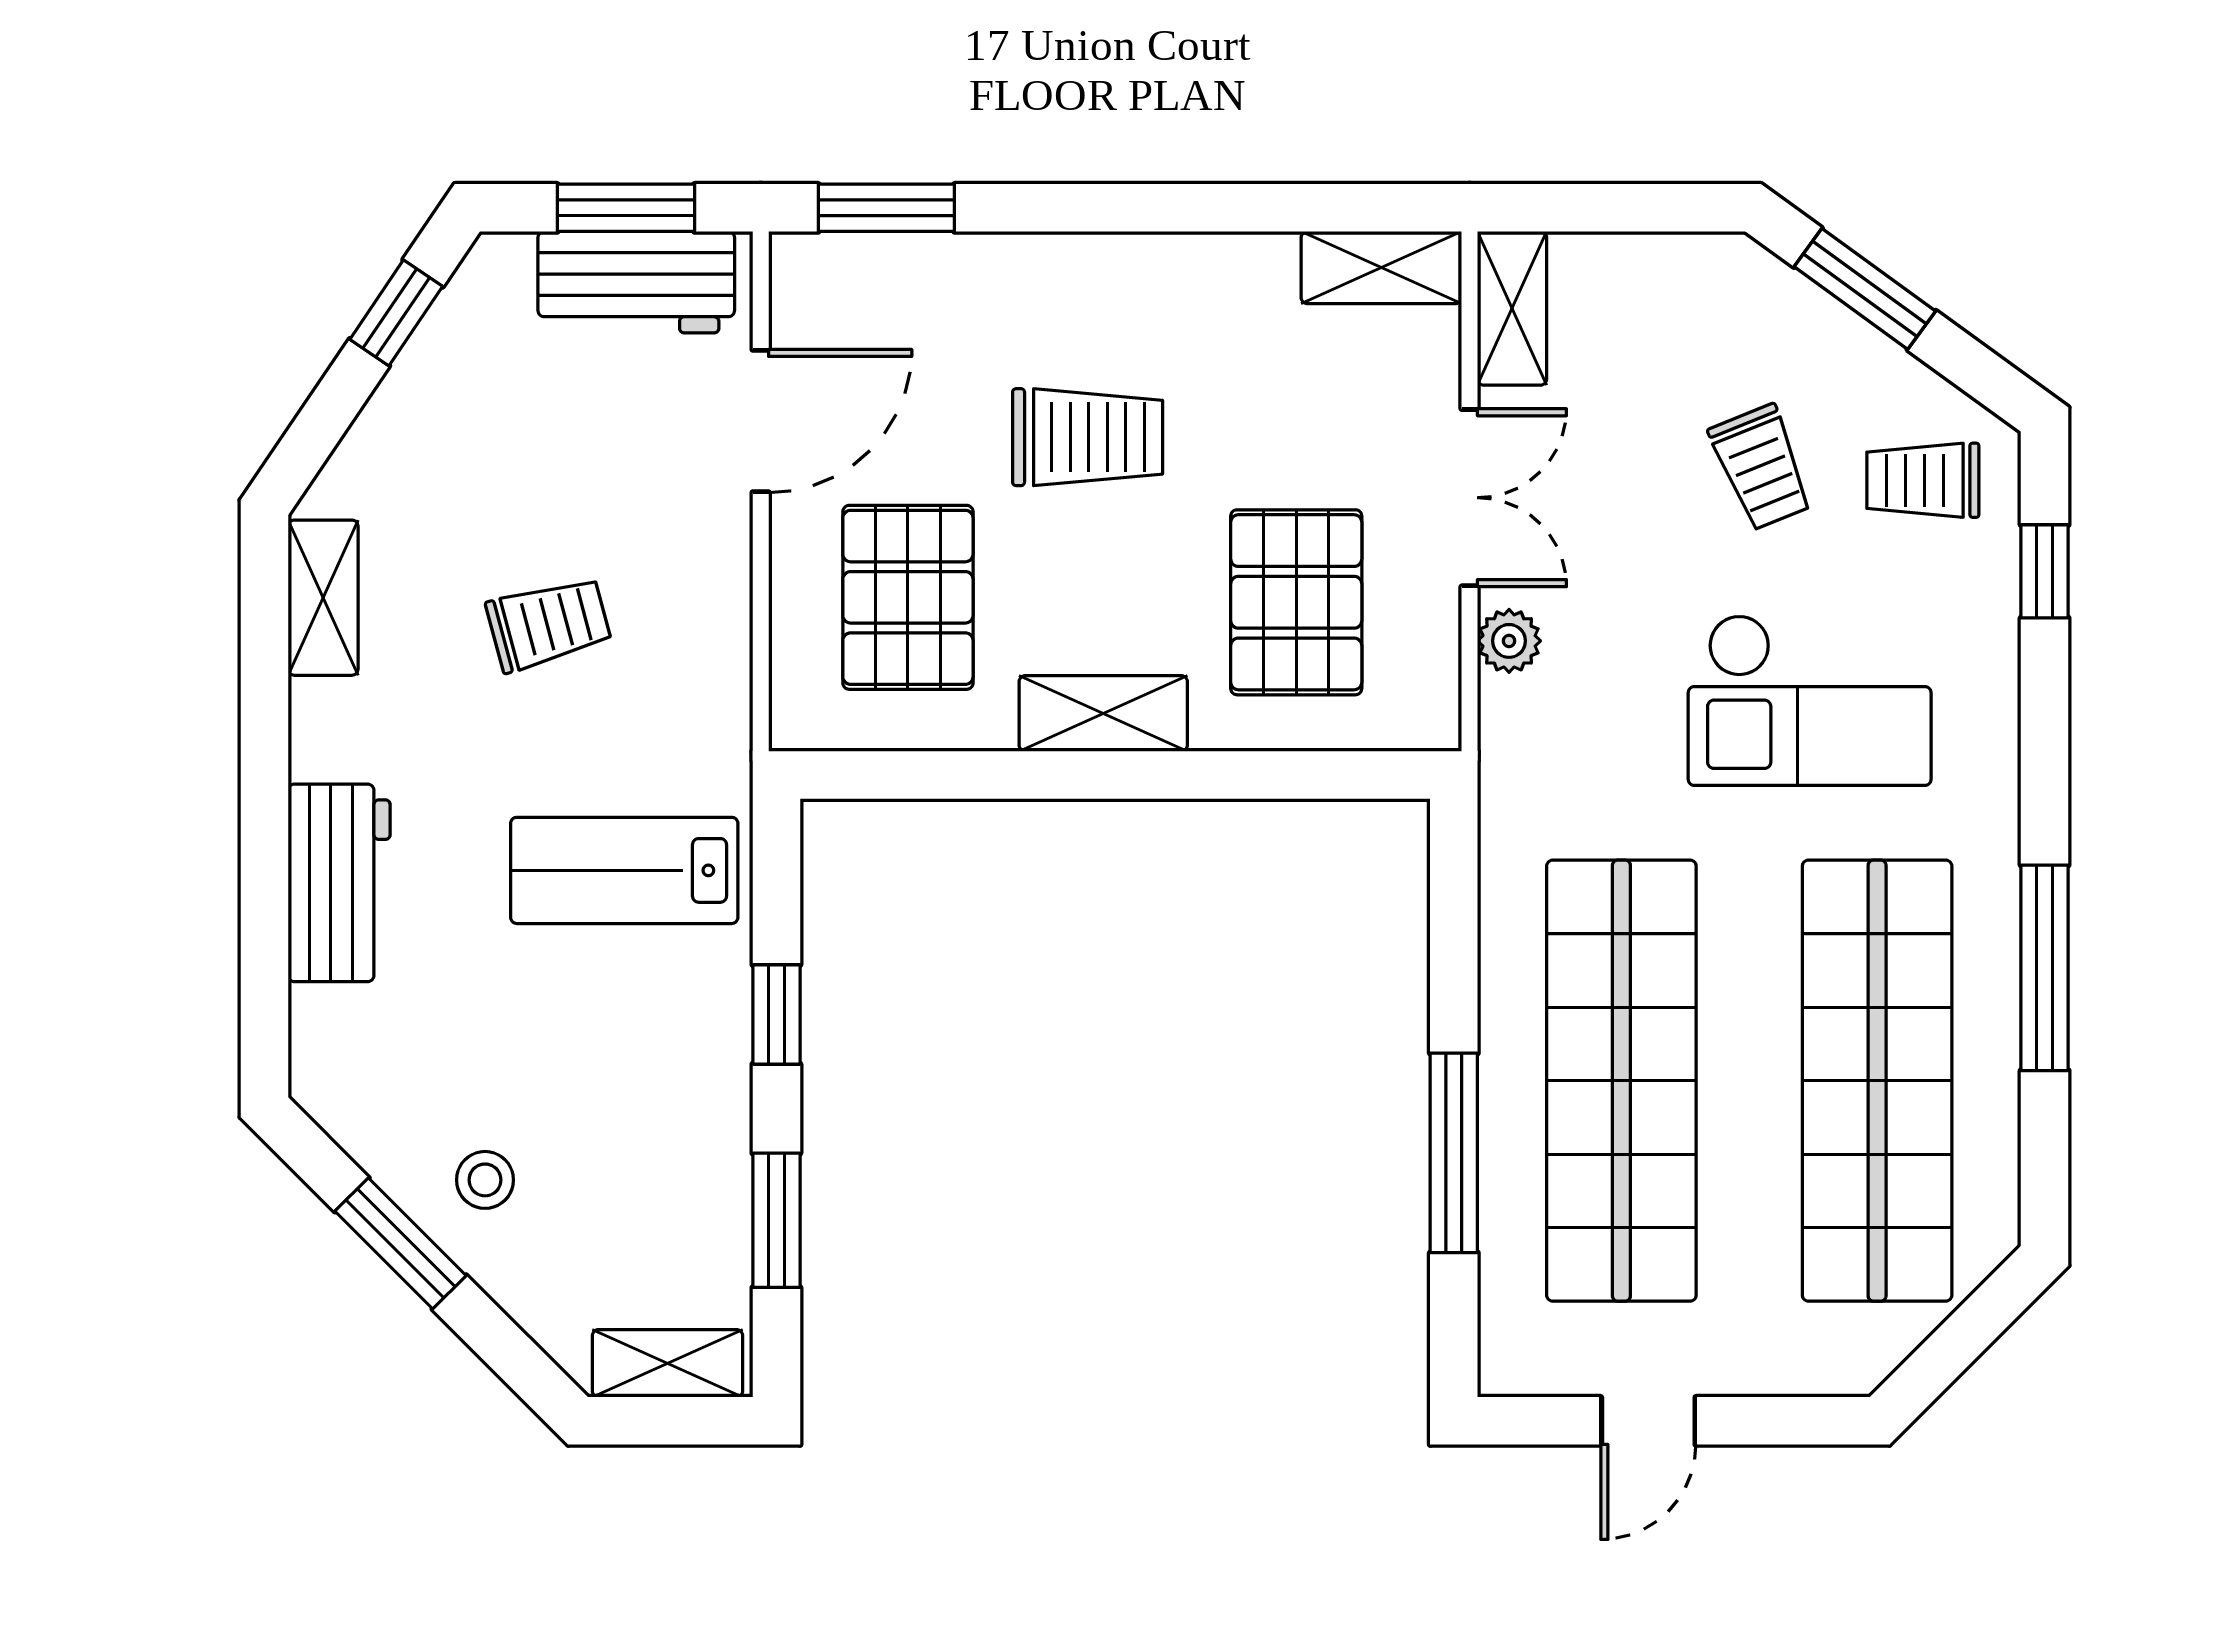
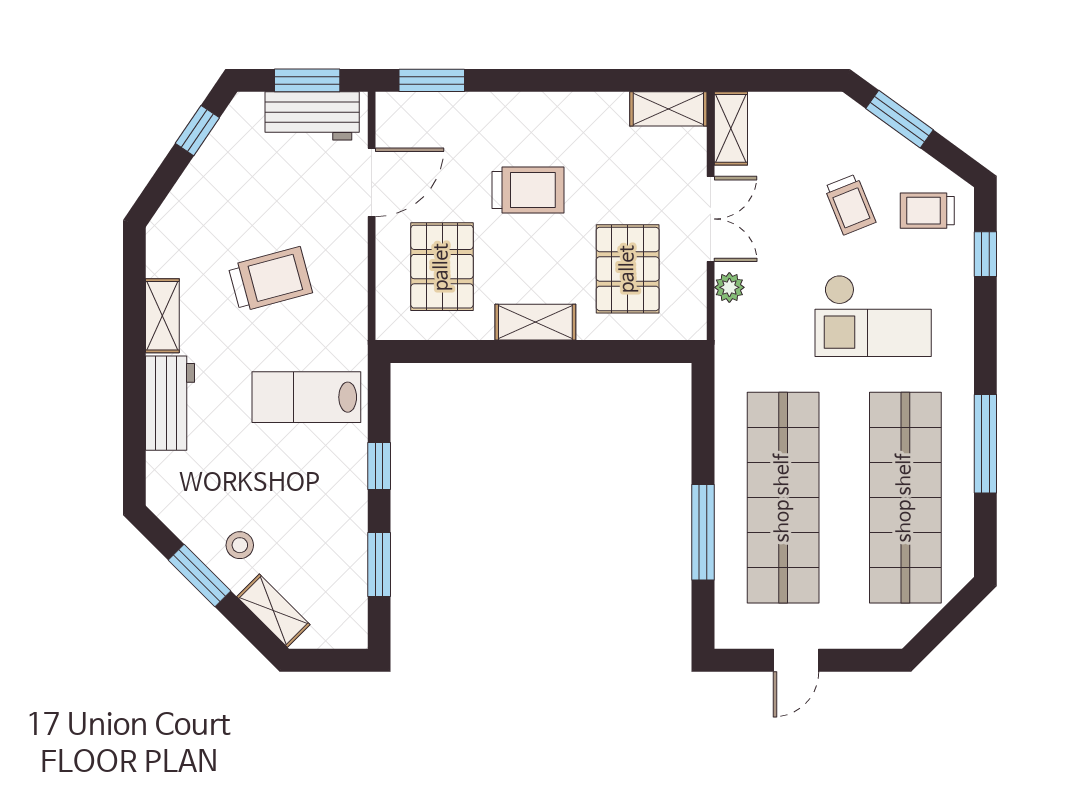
shelving: (323, 598) -> (162, 316), moved
trolley: (549, 624) -> (270, 279), width x1.36, depth x1.39
shelving: (667, 1363) -> (273, 611), moved, turned 45

